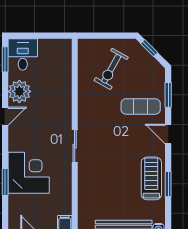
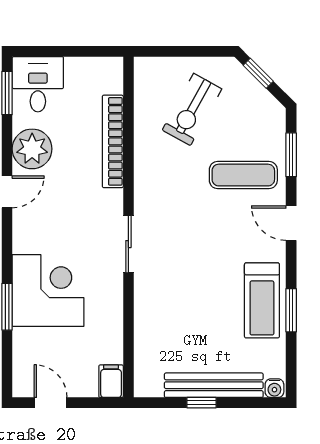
bookcase: (66, 87) -> (113, 141), added
treadmill: (151, 178) -> (262, 300), turned 180

